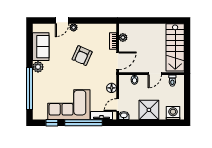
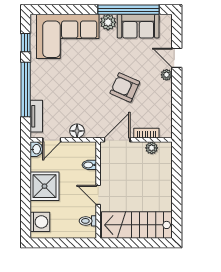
door: (118, 61) -> (117, 140), swing flipped
window: (29, 88) -> (129, 10), moved
corner sofa: (69, 105) -> (68, 36), moved, turned 90
door: (118, 105) -> (52, 140), swing flipped

